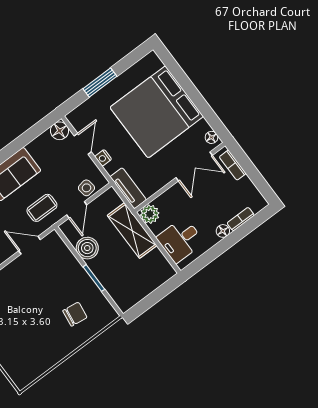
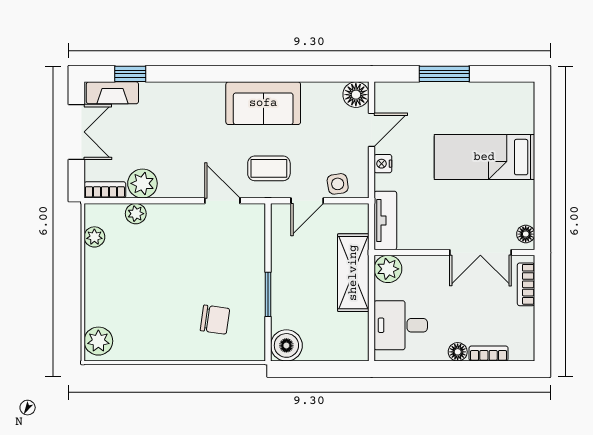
bed: (157, 112) -> (484, 157), width x0.49
boiler: (87, 248) -> (286, 345), moved
plant: (19, 374) -> (98, 341), added

